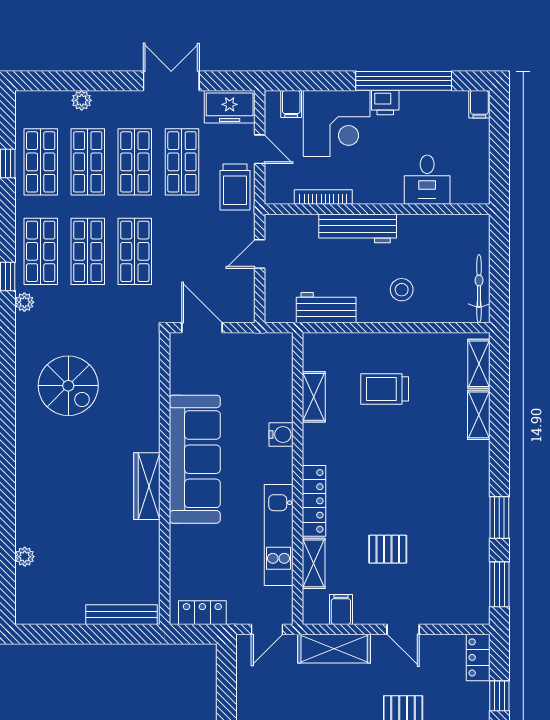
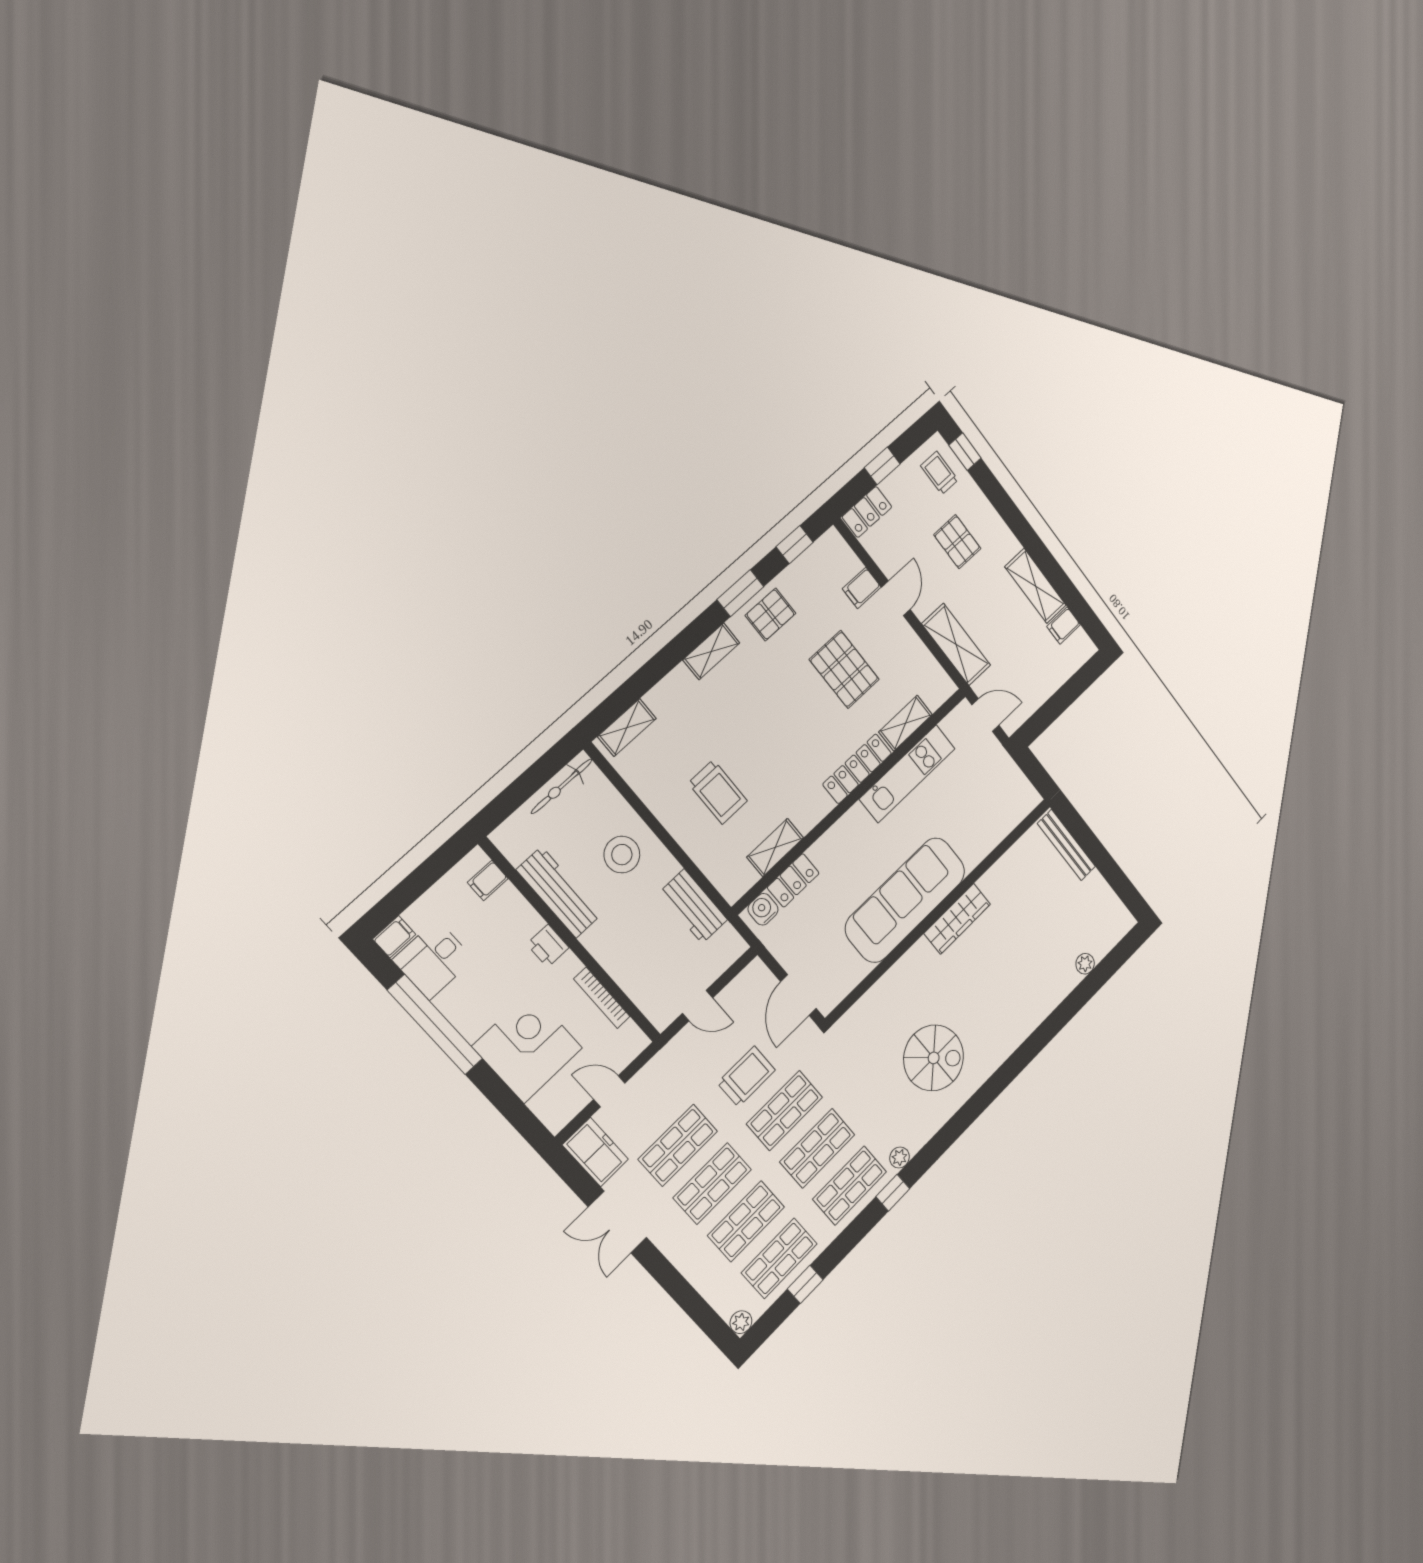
plant: (82, 100) -> (741, 1322), moved
printer: (385, 103) -> (548, 946), moved, turned 180
filing cabinet: (291, 104) -> (488, 881), moved, turned 180
door: (260, 149) -> (609, 1091), hinge flipped
desk: (427, 180) -> (433, 960), moved, turned 180
trolley: (235, 187) -> (746, 1076), moved
workbench: (358, 228) -> (559, 892), moved
stool: (402, 290) -> (622, 855), width x1.38, depth x1.38
spiral stairs: (68, 386) -> (934, 1058), turned 90
shelving: (479, 415) -> (711, 651), moved
water cooler: (281, 435) -> (763, 909), moved
pallet: (468, 527) -> (771, 614), added
pallet: (388, 549) -> (844, 669), width x1.50, depth x1.42
window: (499, 584) -> (795, 545), width x0.67
filing cabinet: (341, 609) -> (862, 588), moved
locker: (202, 613) -> (793, 880), moved, turned -90

